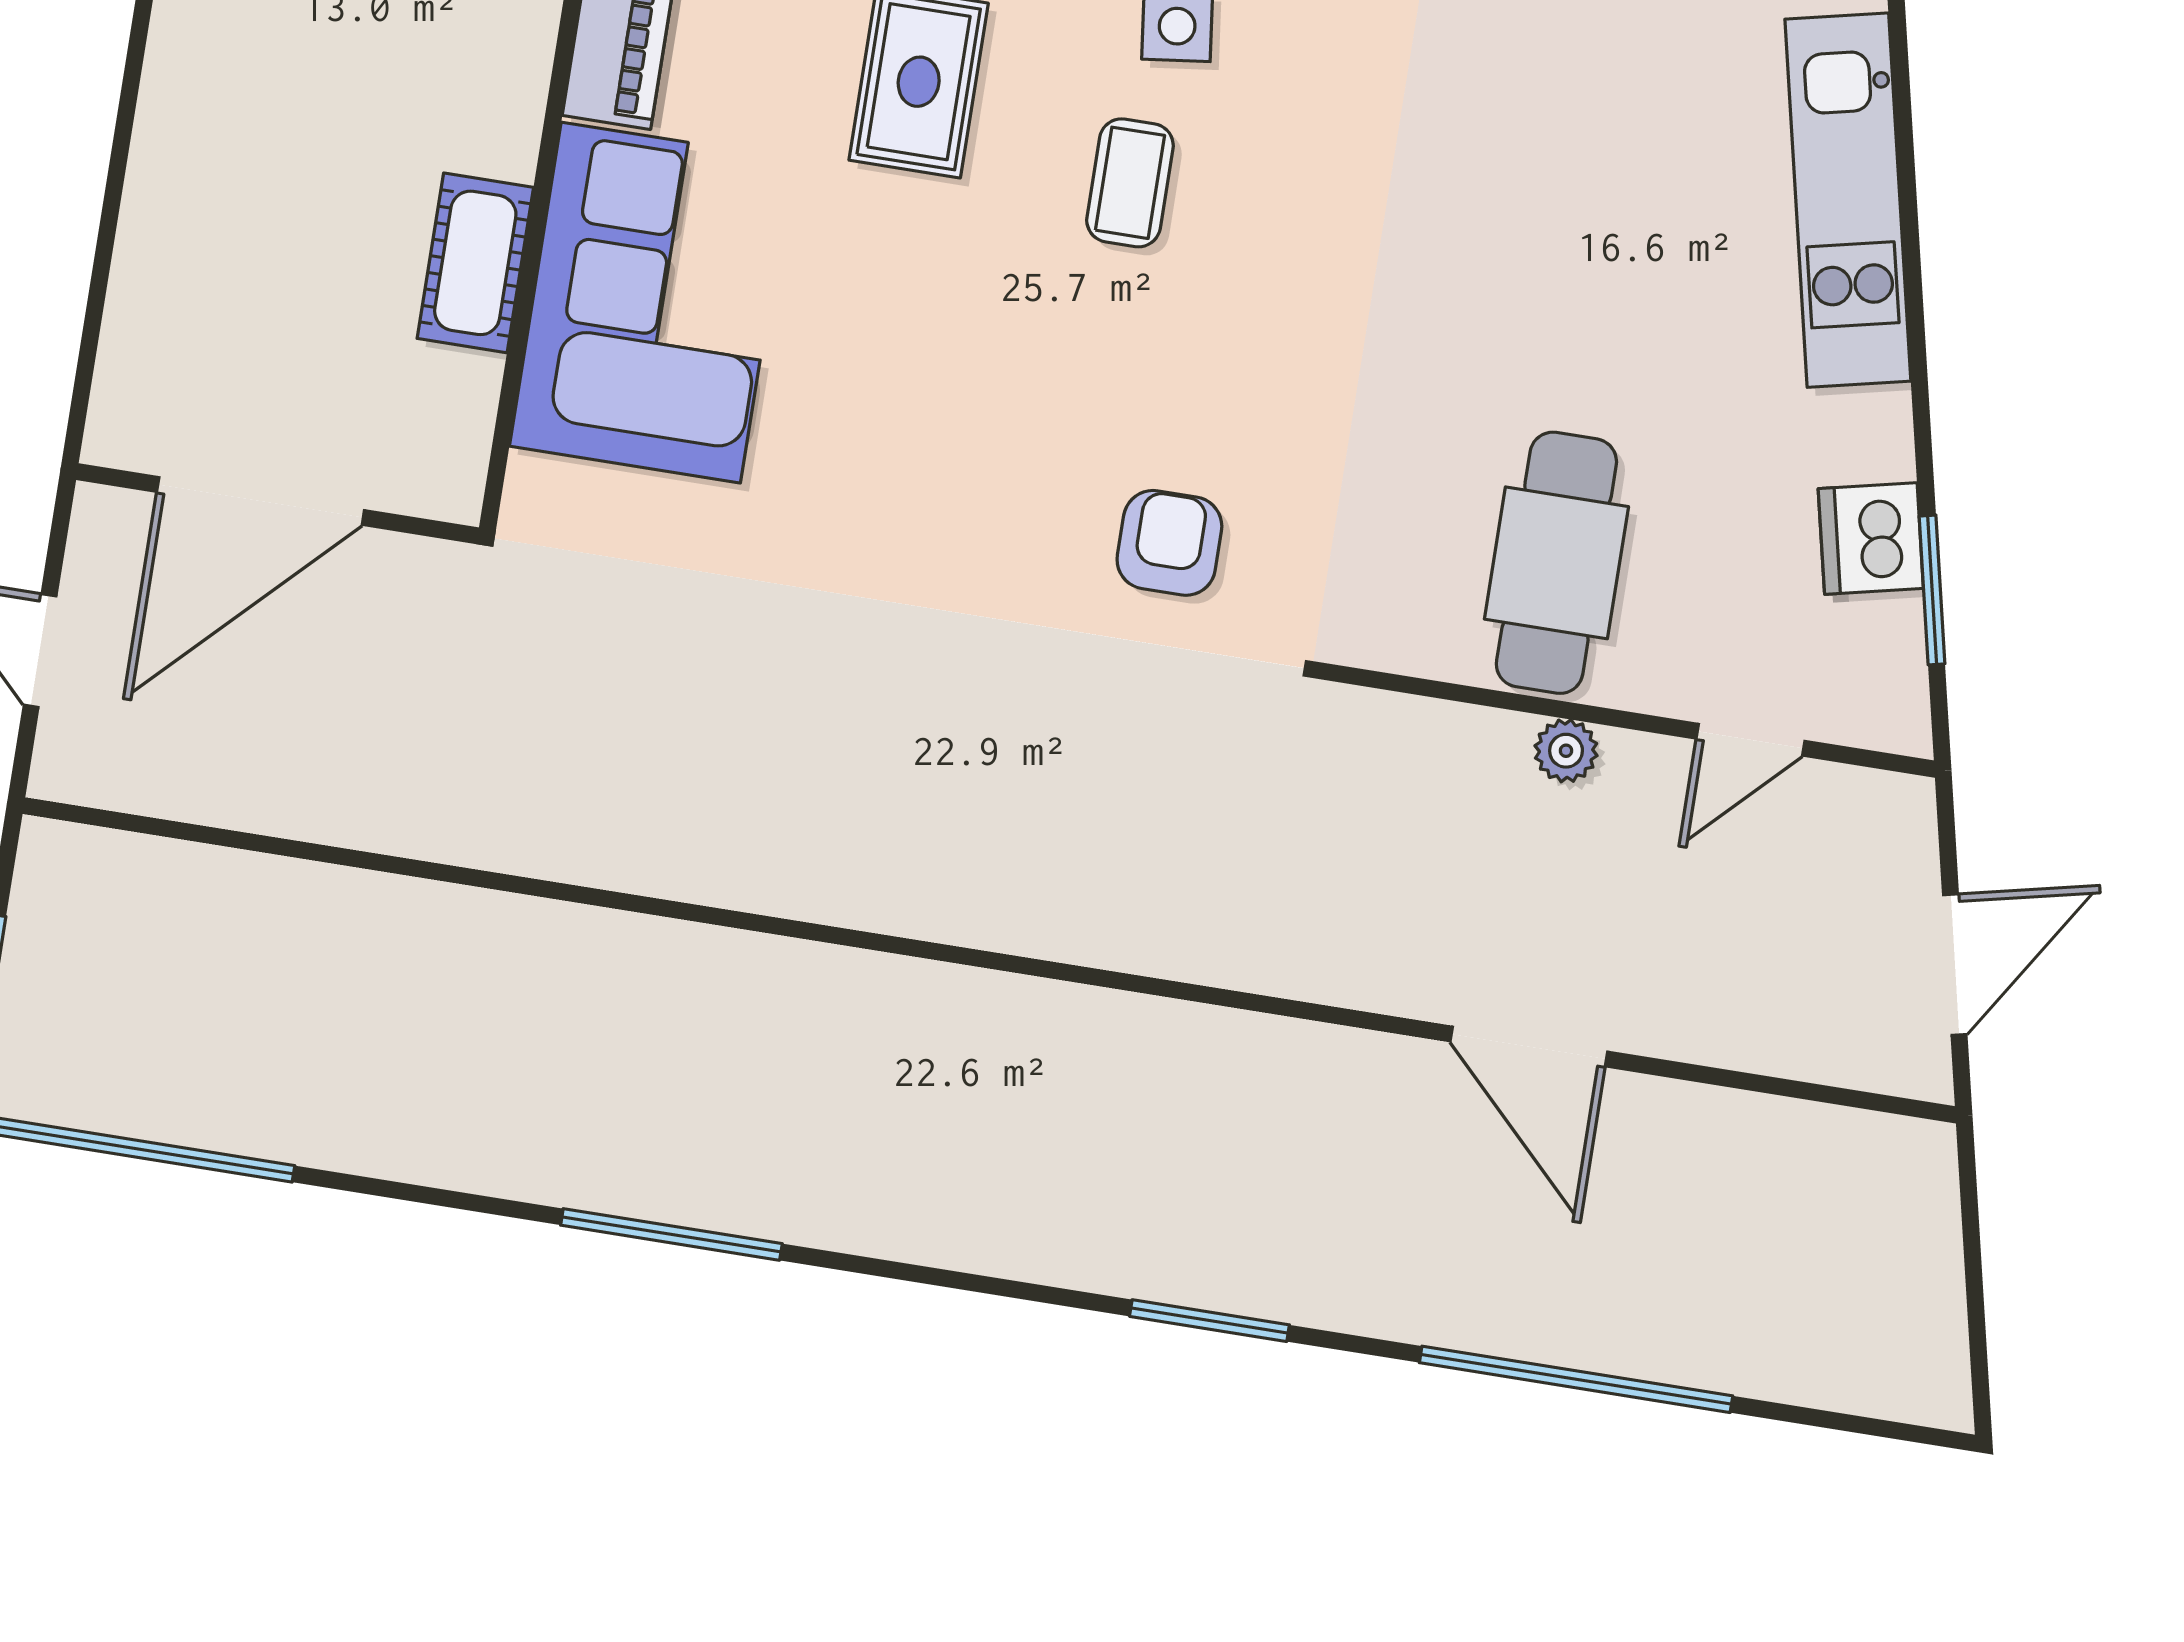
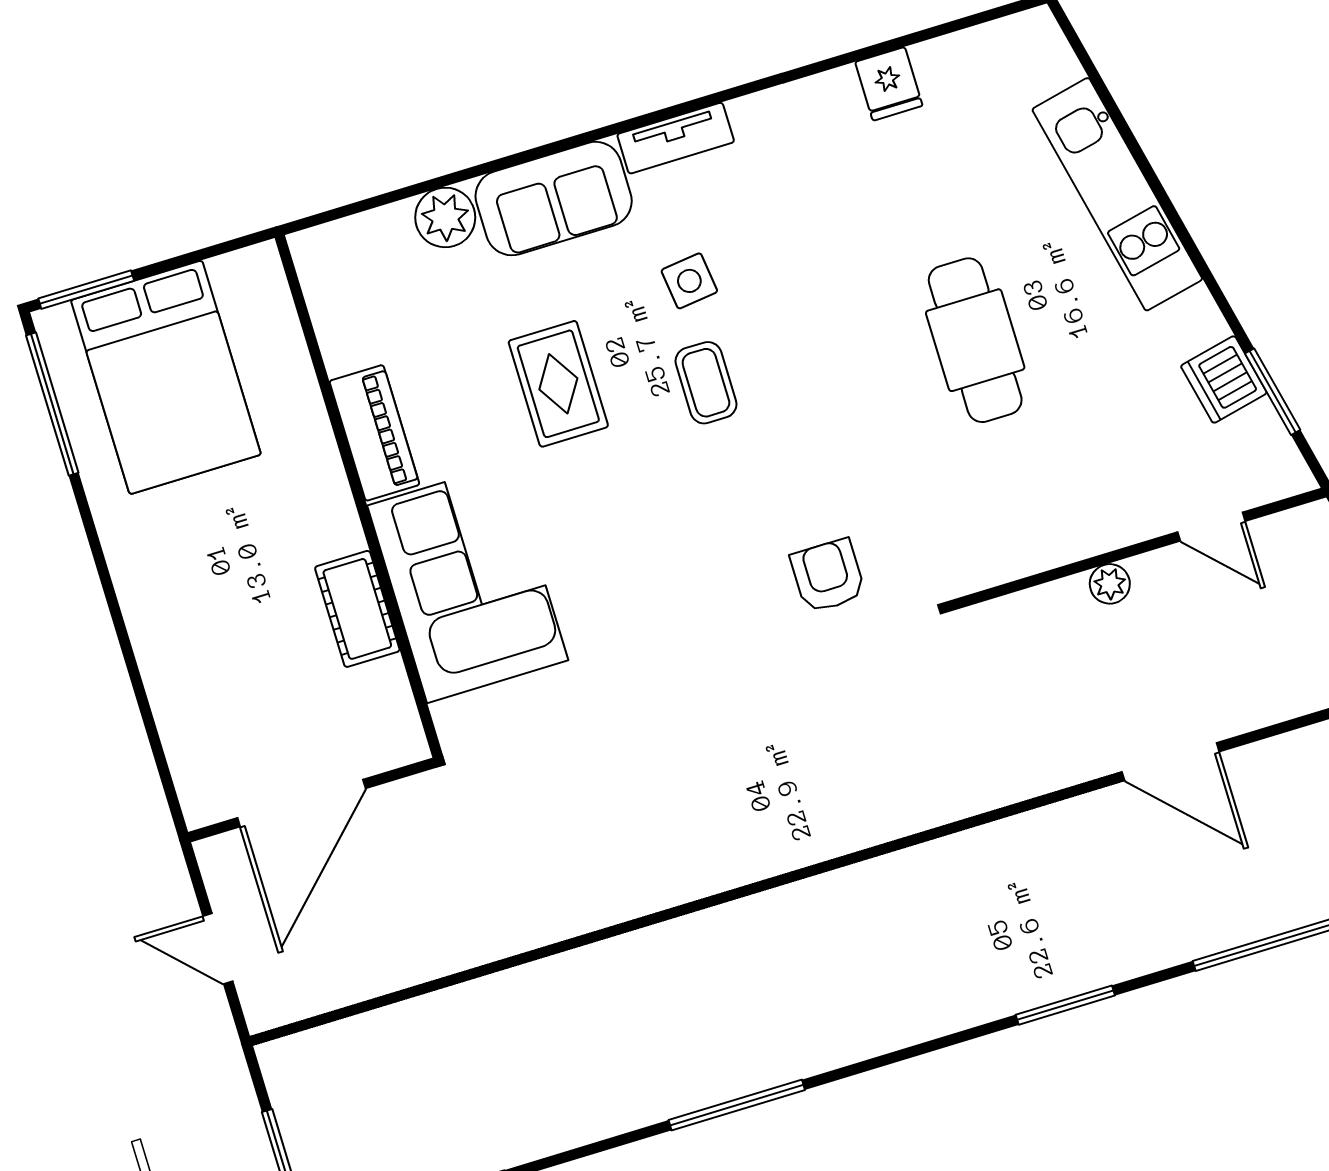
cafe table: (1556, 563) -> (975, 340), moved
door: (1751, 740) -> (1211, 527), hinge flipped

